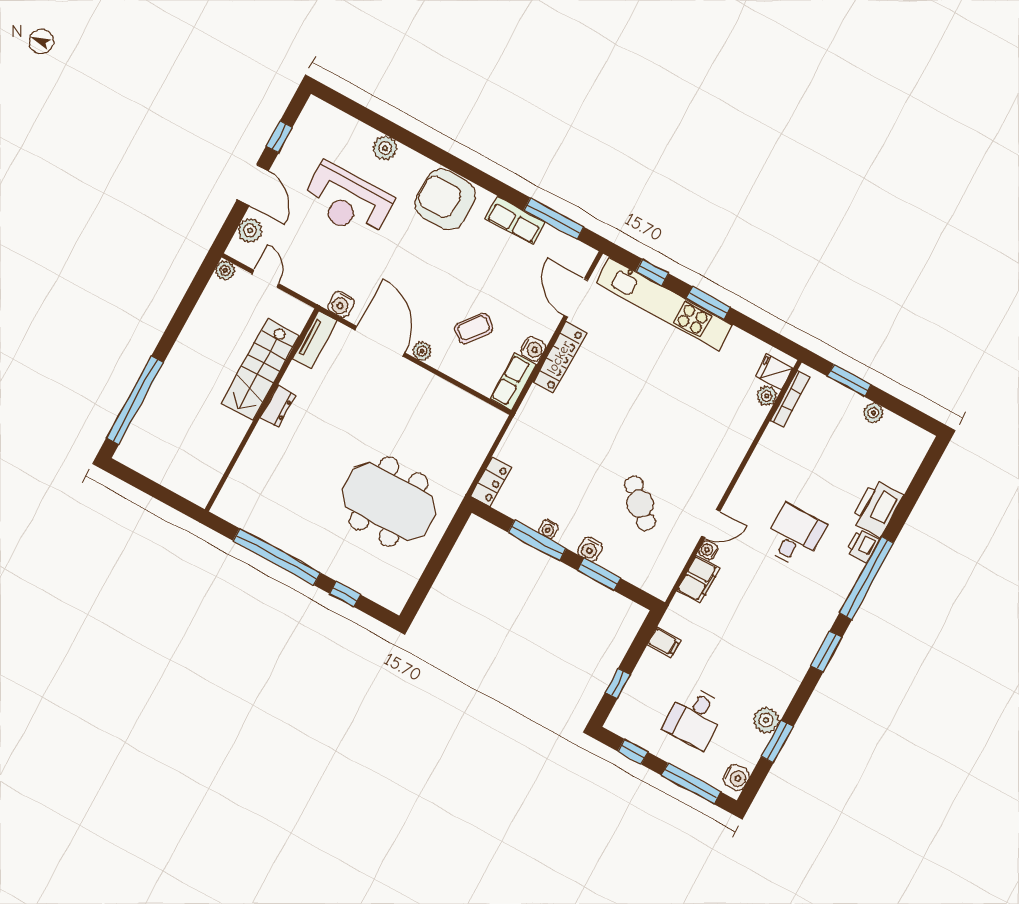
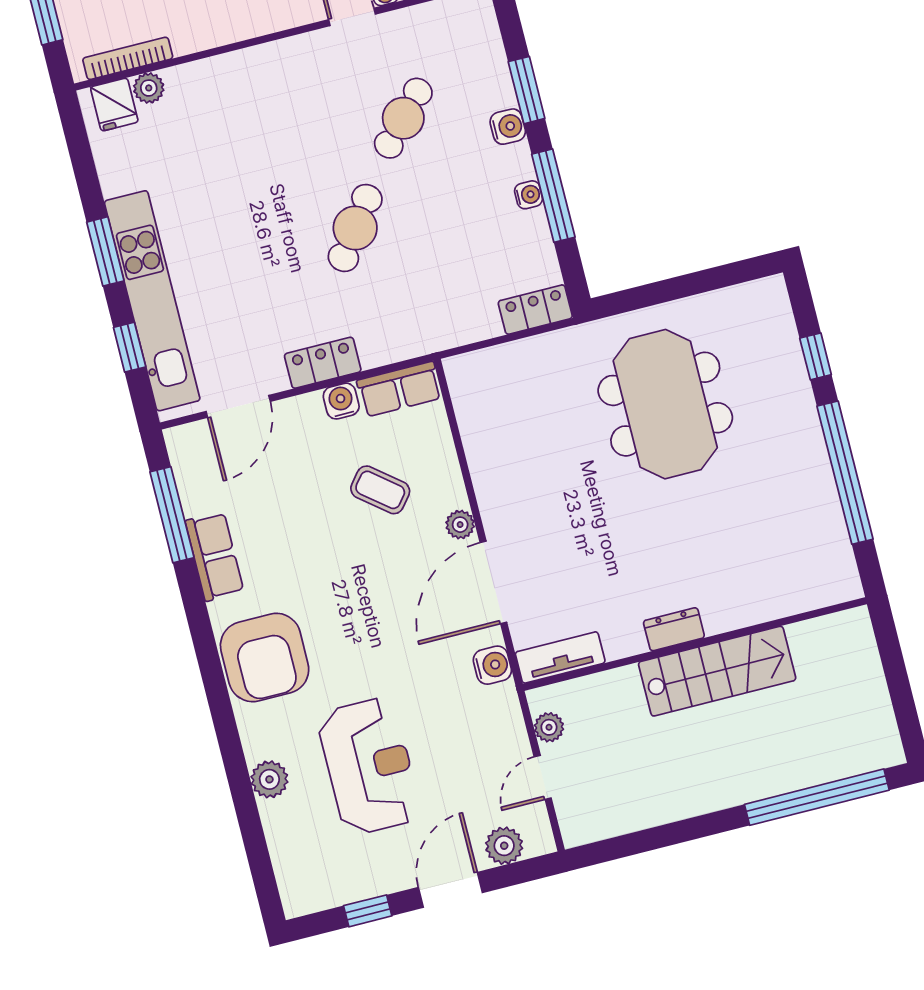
plant: (225, 270) -> (549, 727), moved
locker: (559, 357) -> (323, 363), width x0.66
stairs: (260, 370) -> (717, 671), moved
cafe table: (609, 432) -> (355, 228), added

